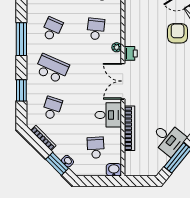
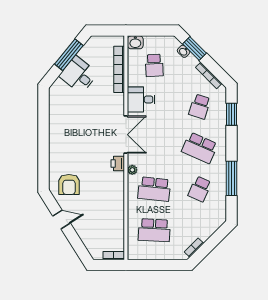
school desk: (96, 29) -> (154, 189), width x1.85
window: (21, 90) -> (232, 114), moved
bookcase: (129, 128) -> (119, 69), moved

